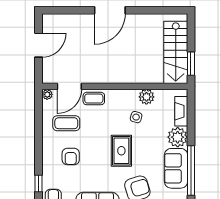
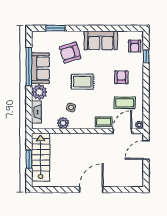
door: (39, 45) -> (146, 150), moved
window: (191, 64) -> (29, 159), moved
rug: (121, 151) -> (82, 82), turned 90

